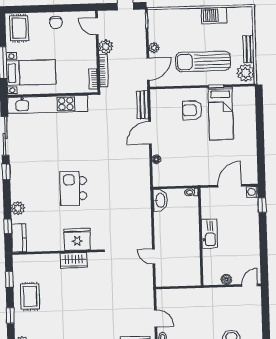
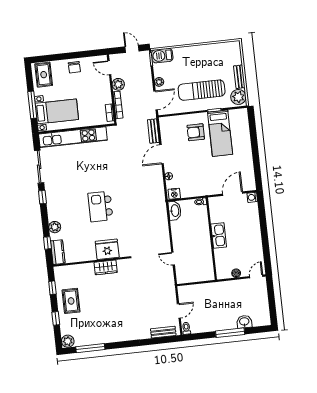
barbecue: (214, 15) -> (162, 56), moved
nightstand: (161, 180) -> (174, 194), added
window: (262, 205) -> (261, 208), removed
door: (156, 318) -> (179, 311), hinge flipped

